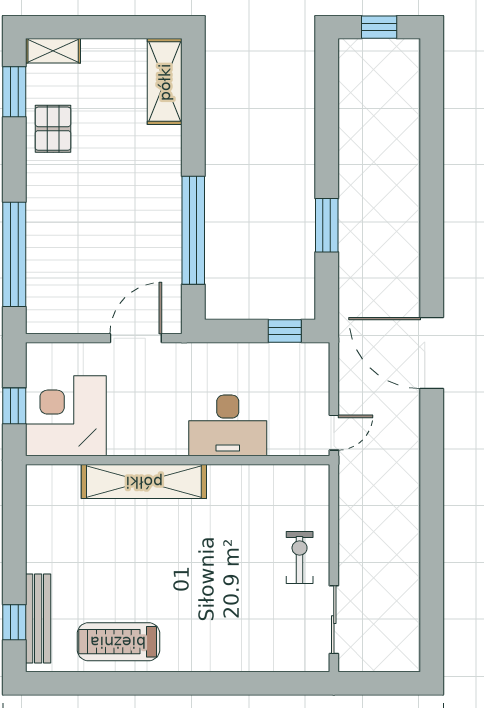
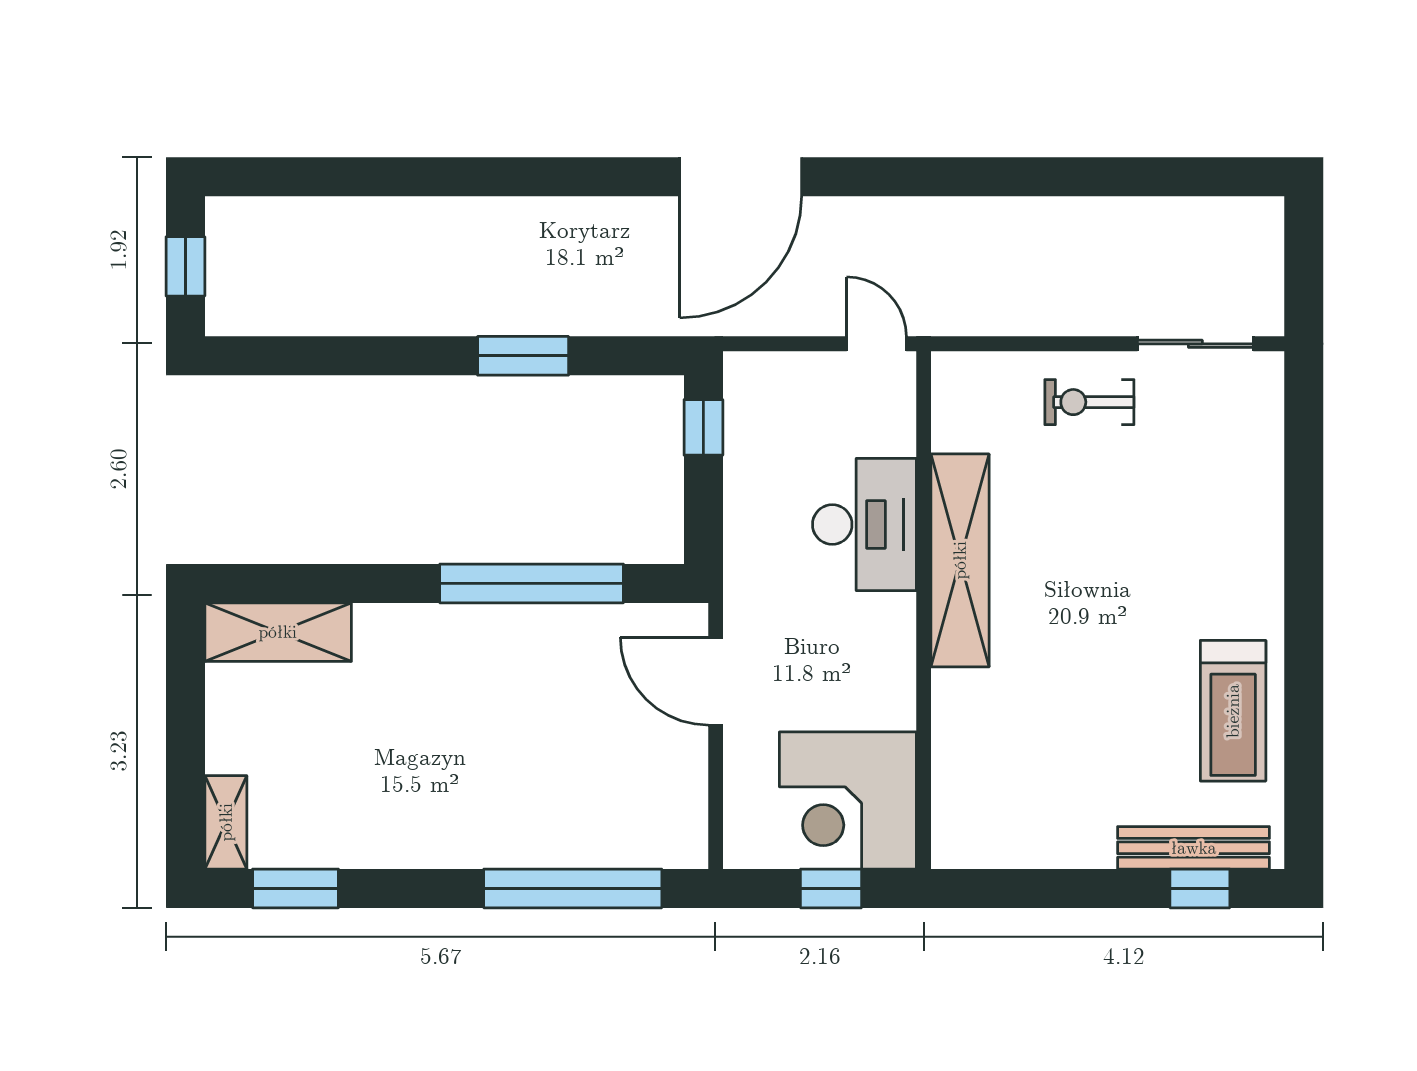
pallet: (53, 129) -> (359, 822), removed
shelving: (144, 482) -> (960, 560), moved

